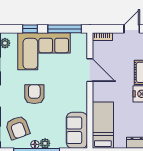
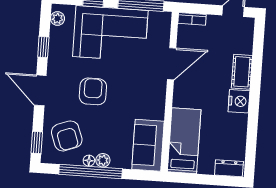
door: (90, 70) -> (172, 64), hinge flipped

